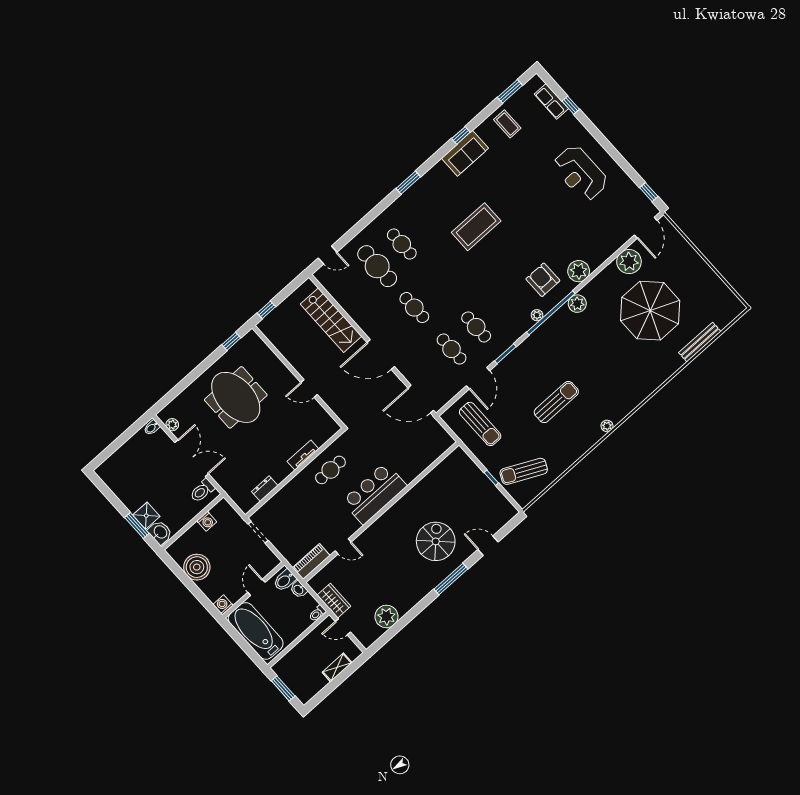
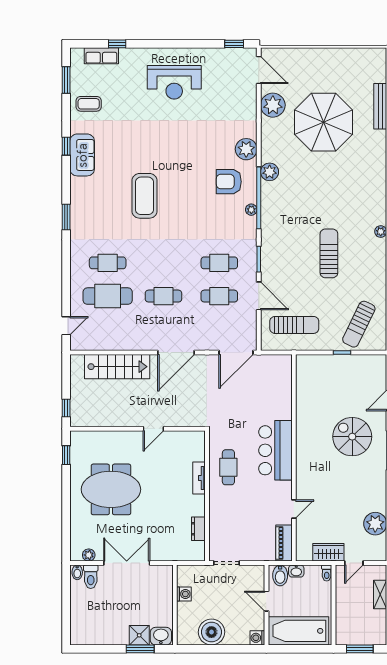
toilet: (202, 491) -> (91, 577), moved

